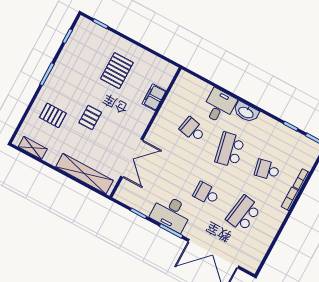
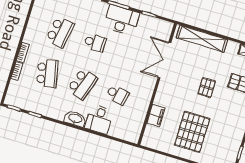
pallet: (117, 71) -> (192, 132), width x1.37, depth x1.41
school desk: (230, 150) -> (82, 84), turned 30
school desk: (267, 170) -> (47, 73), width x1.85

